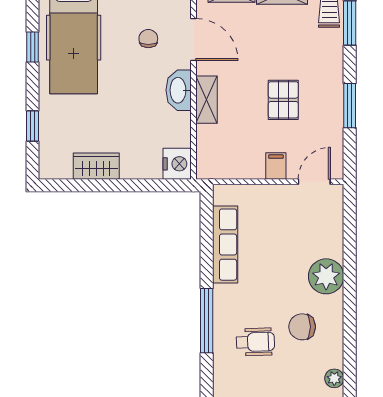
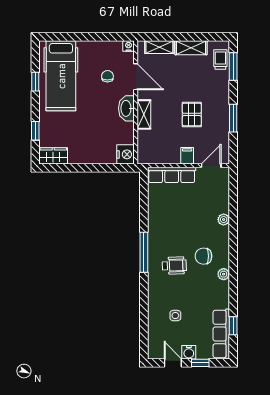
wardrobe: (96, 166) -> (53, 156), moved
row of seats: (225, 245) -> (172, 175), moved, turned 90
plant: (326, 276) -> (224, 220), width x0.53, depth x0.53
plant: (334, 378) -> (224, 274), moved

